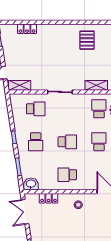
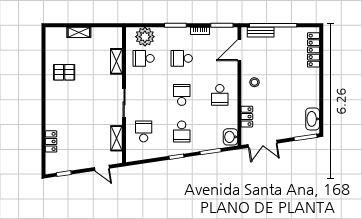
shelving: (20, 85) -> (116, 138), moved
school desk: (36, 142) -> (182, 131), turned 90

